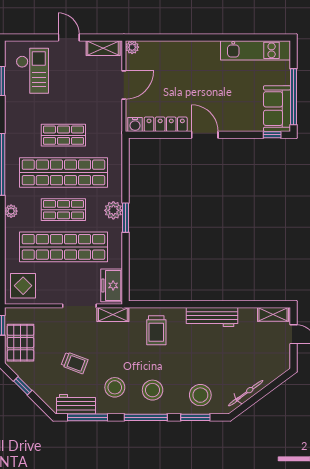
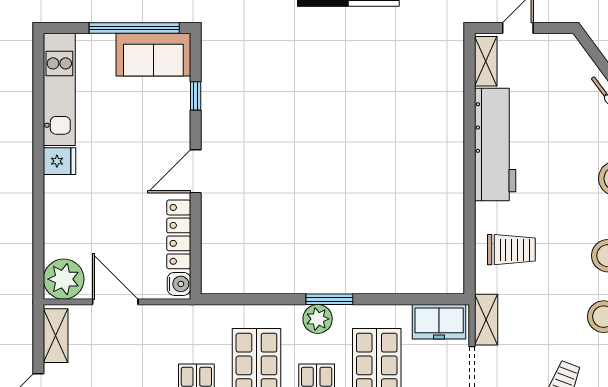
plant: (132, 47) -> (64, 279), width x1.87, depth x1.87
fridge: (211, 51) -> (60, 161), added
window: (272, 135) -> (196, 96), moved
workbench: (212, 317) -> (495, 144), width x1.36, depth x1.32

